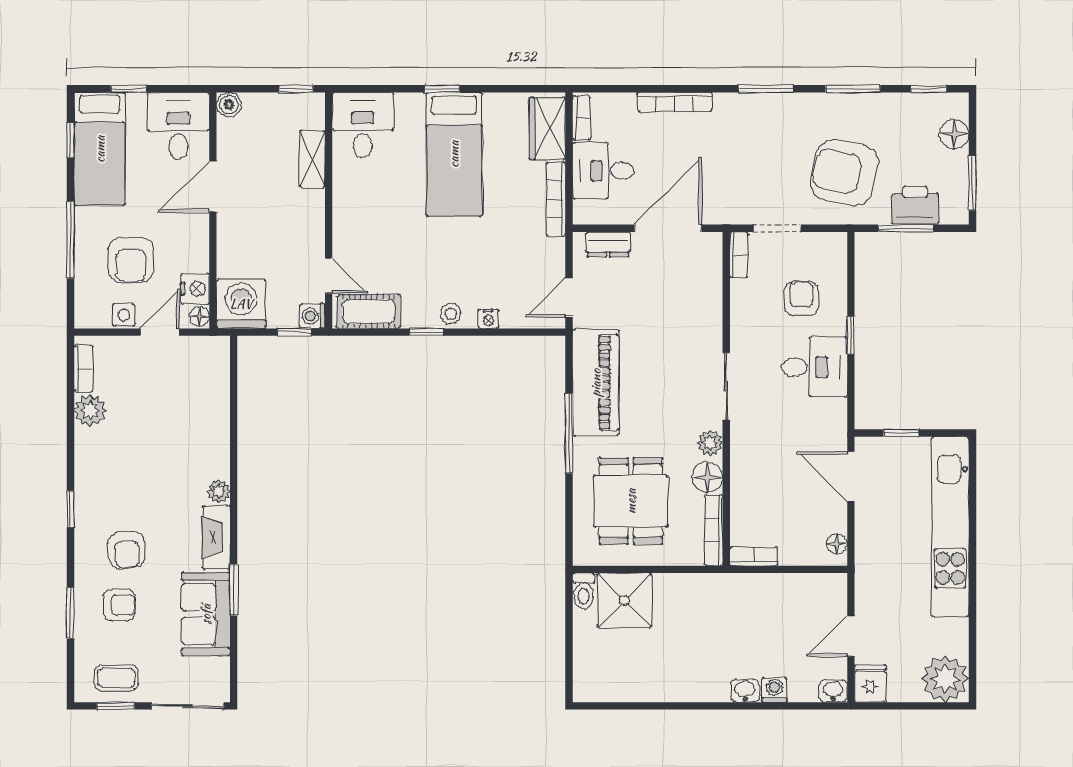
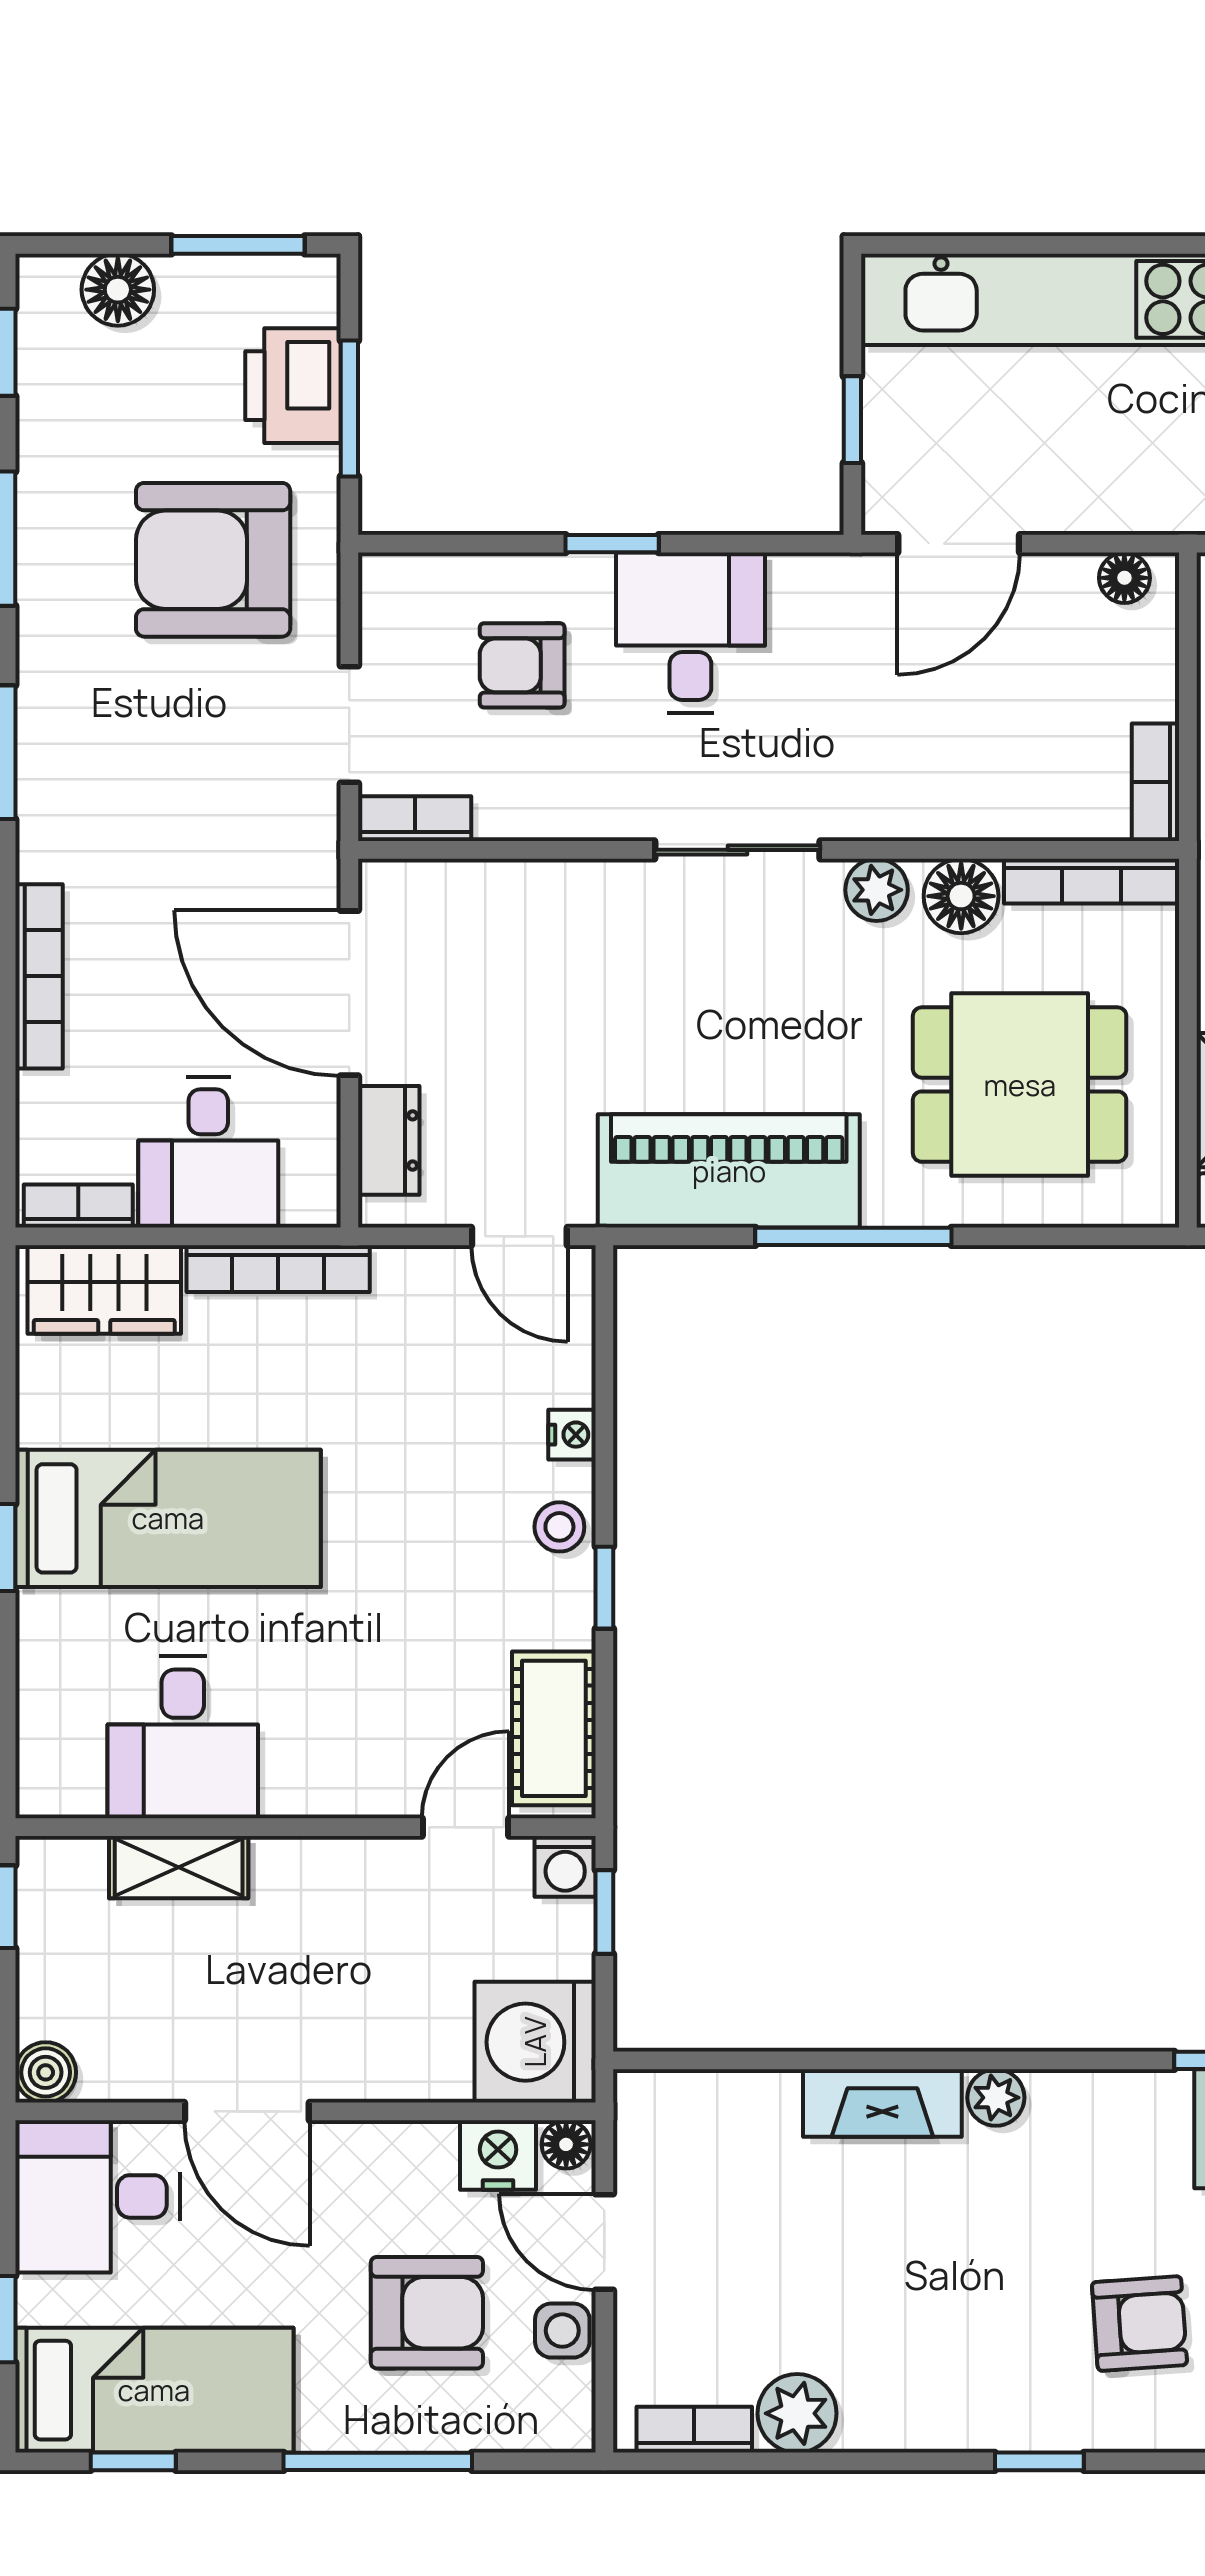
desk: (363, 125) -> (183, 1737), moved, turned -90
armchair: (844, 173) -> (213, 560), turned 78
fireplace: (216, 538) -> (882, 2103), moved

